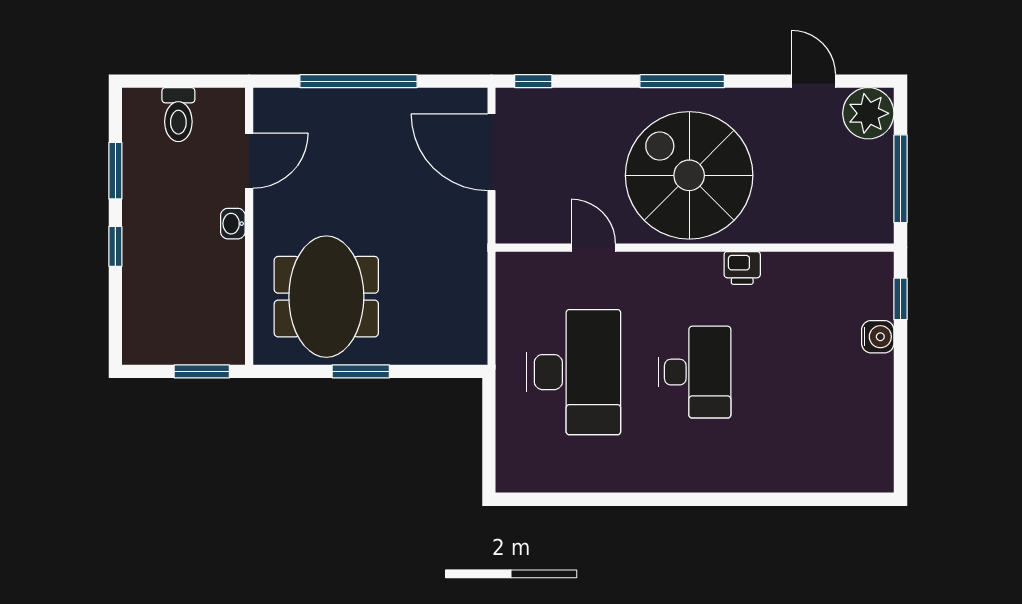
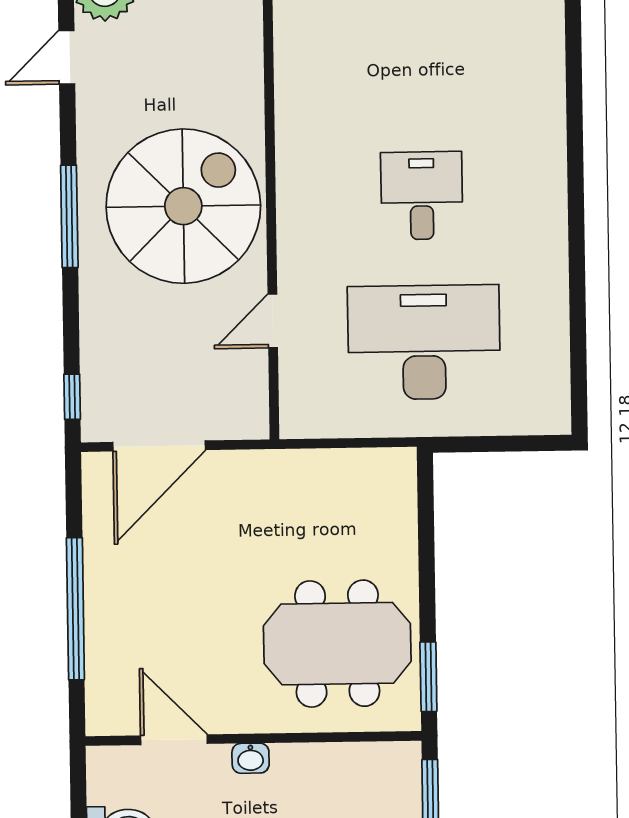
spiral stairs: (689, 175) -> (183, 206), turned 180
printer: (742, 268) -> (295, 140), removed
window: (361, 371) -> (428, 677), moved
desk: (695, 372) -> (422, 196), width x0.73

